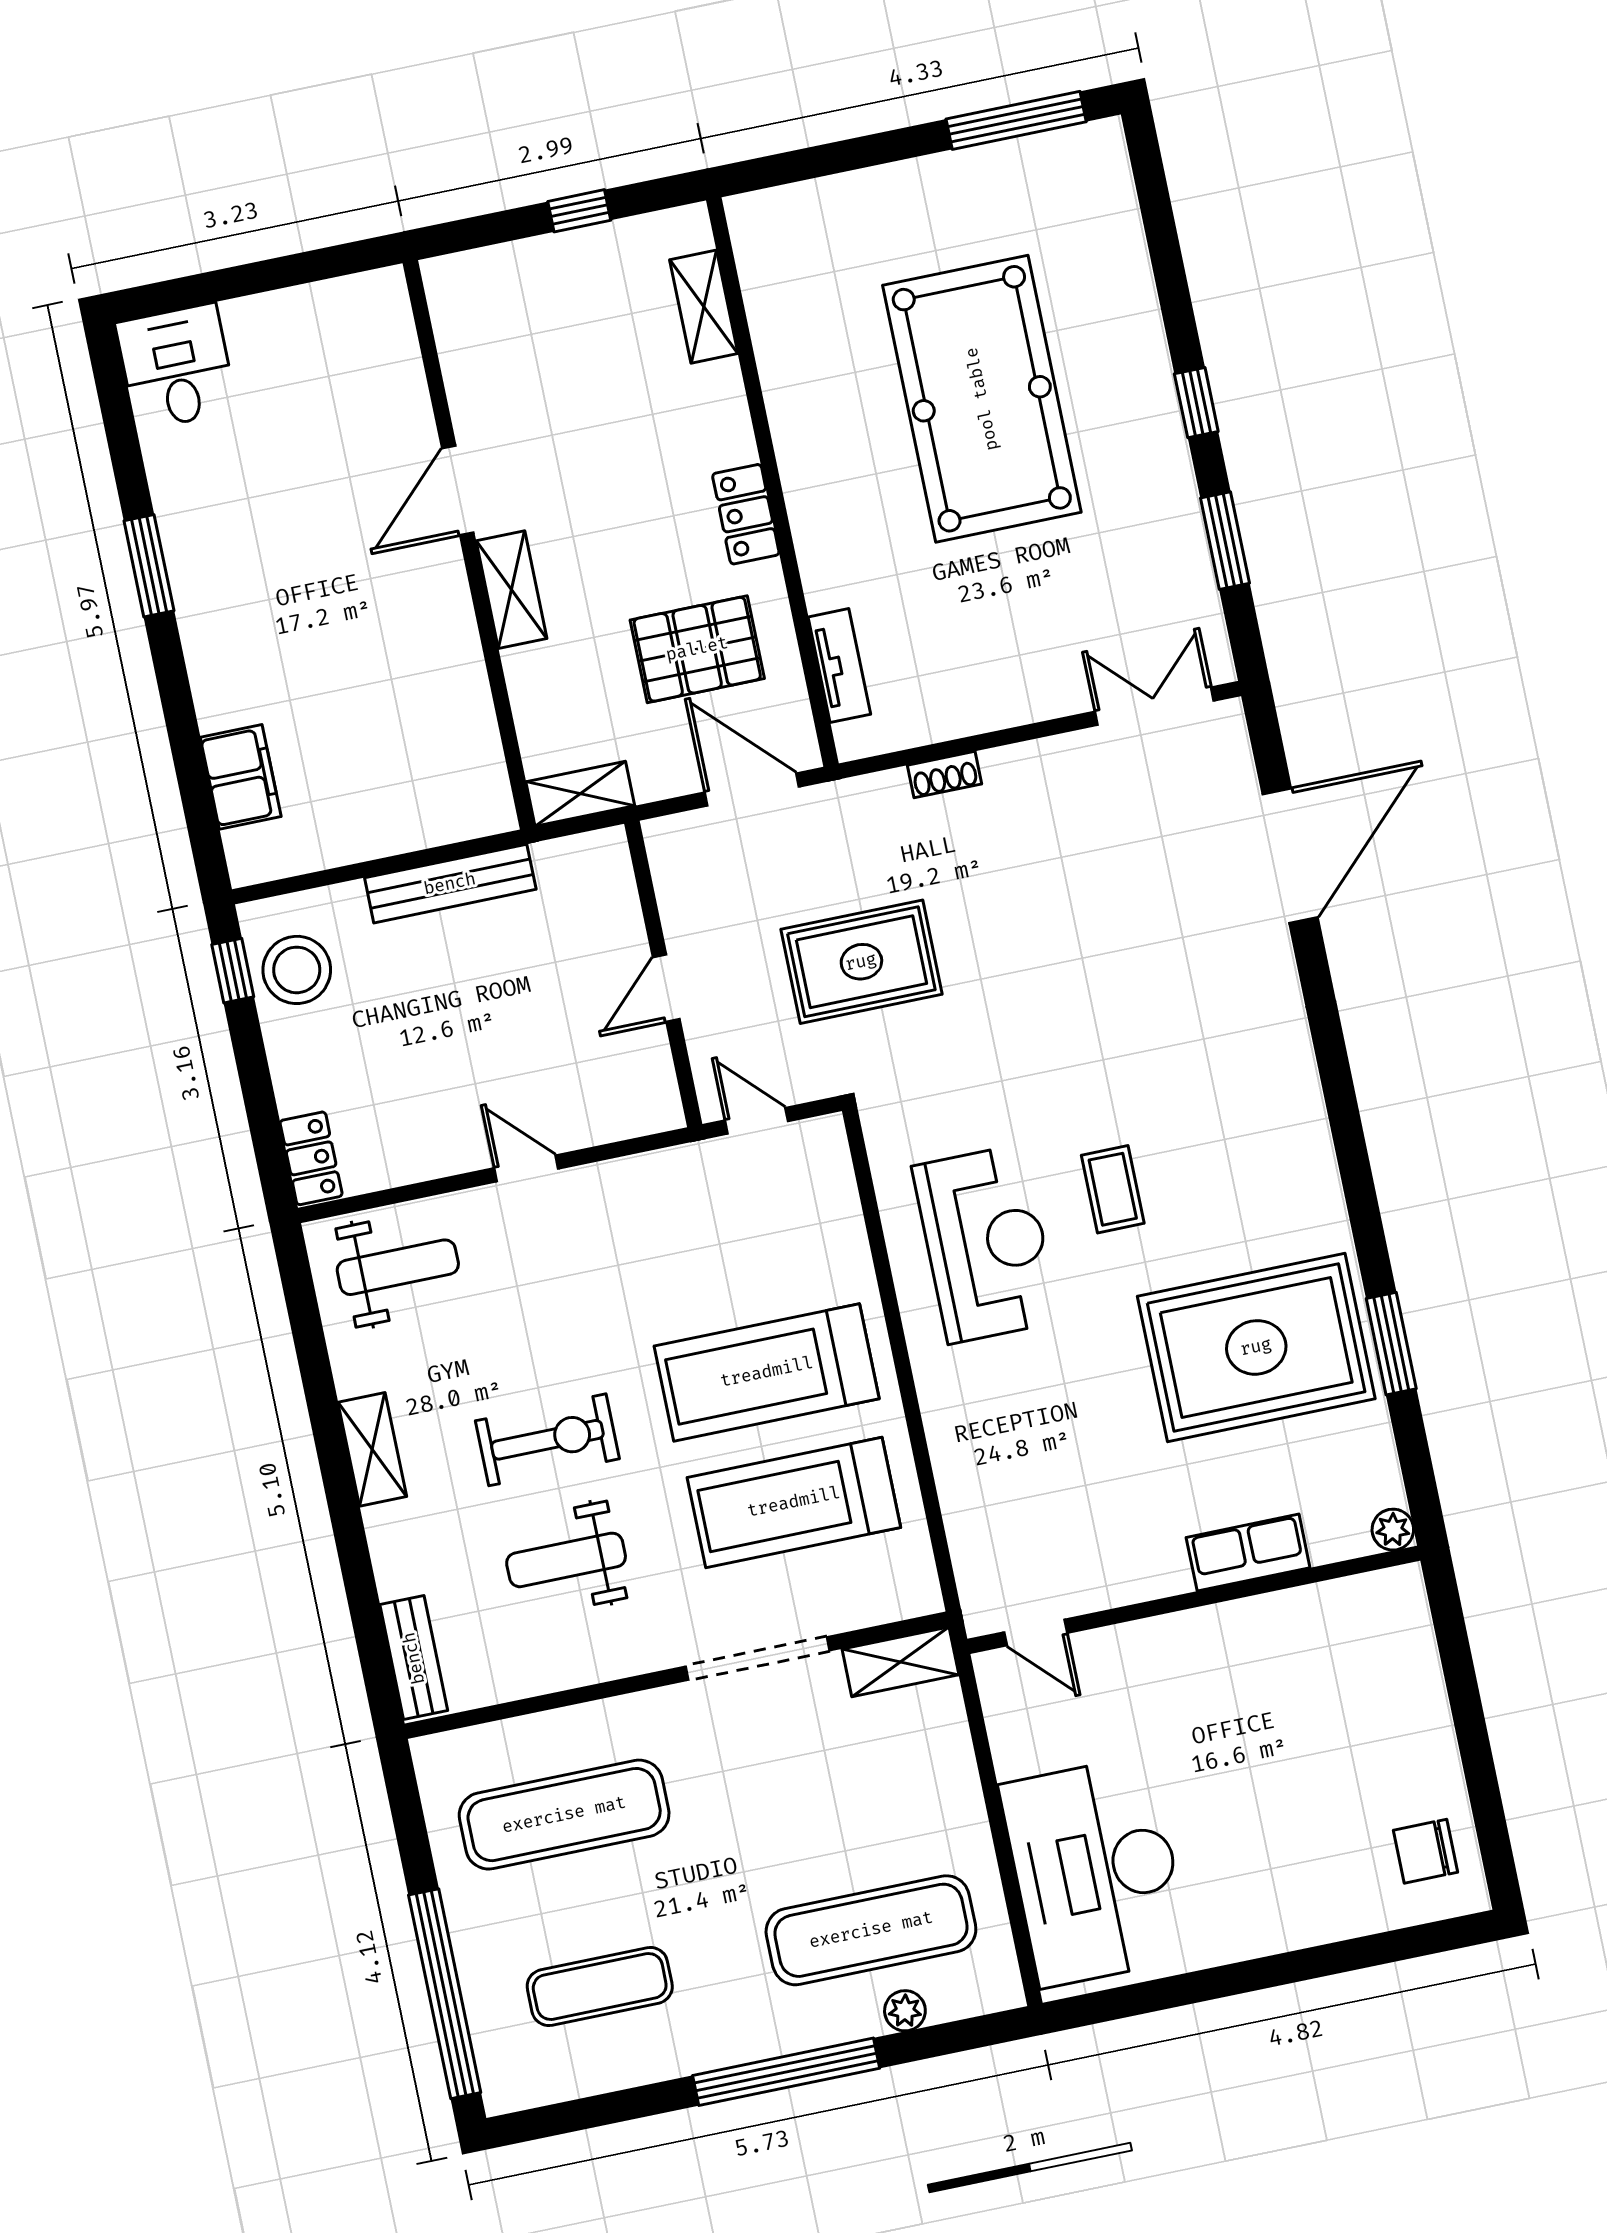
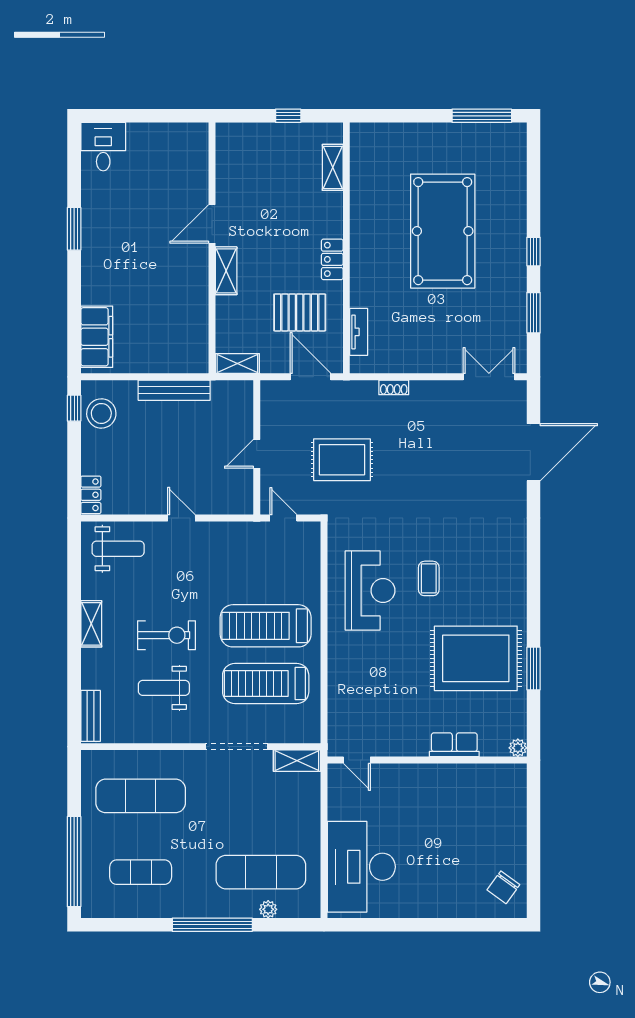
filing cabinet: (241, 777) -> (97, 337), width x1.50, depth x1.17
chair: (1425, 1851) -> (503, 887), turned -54

